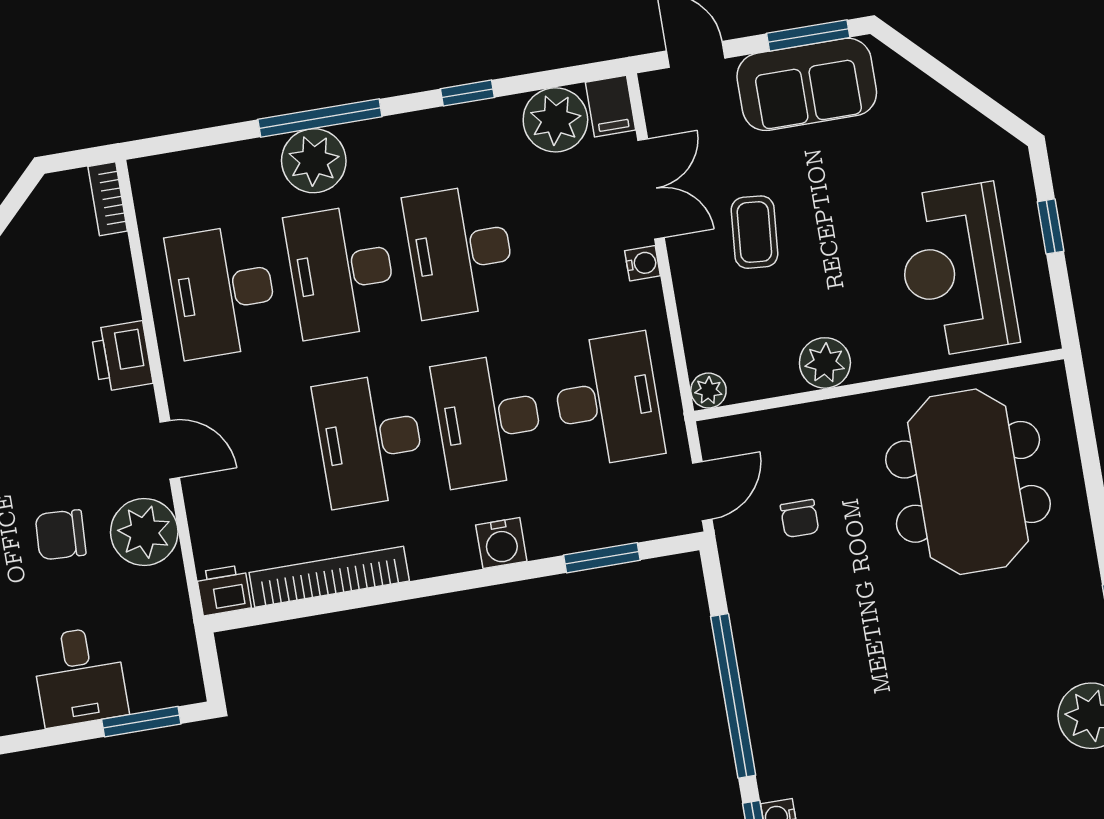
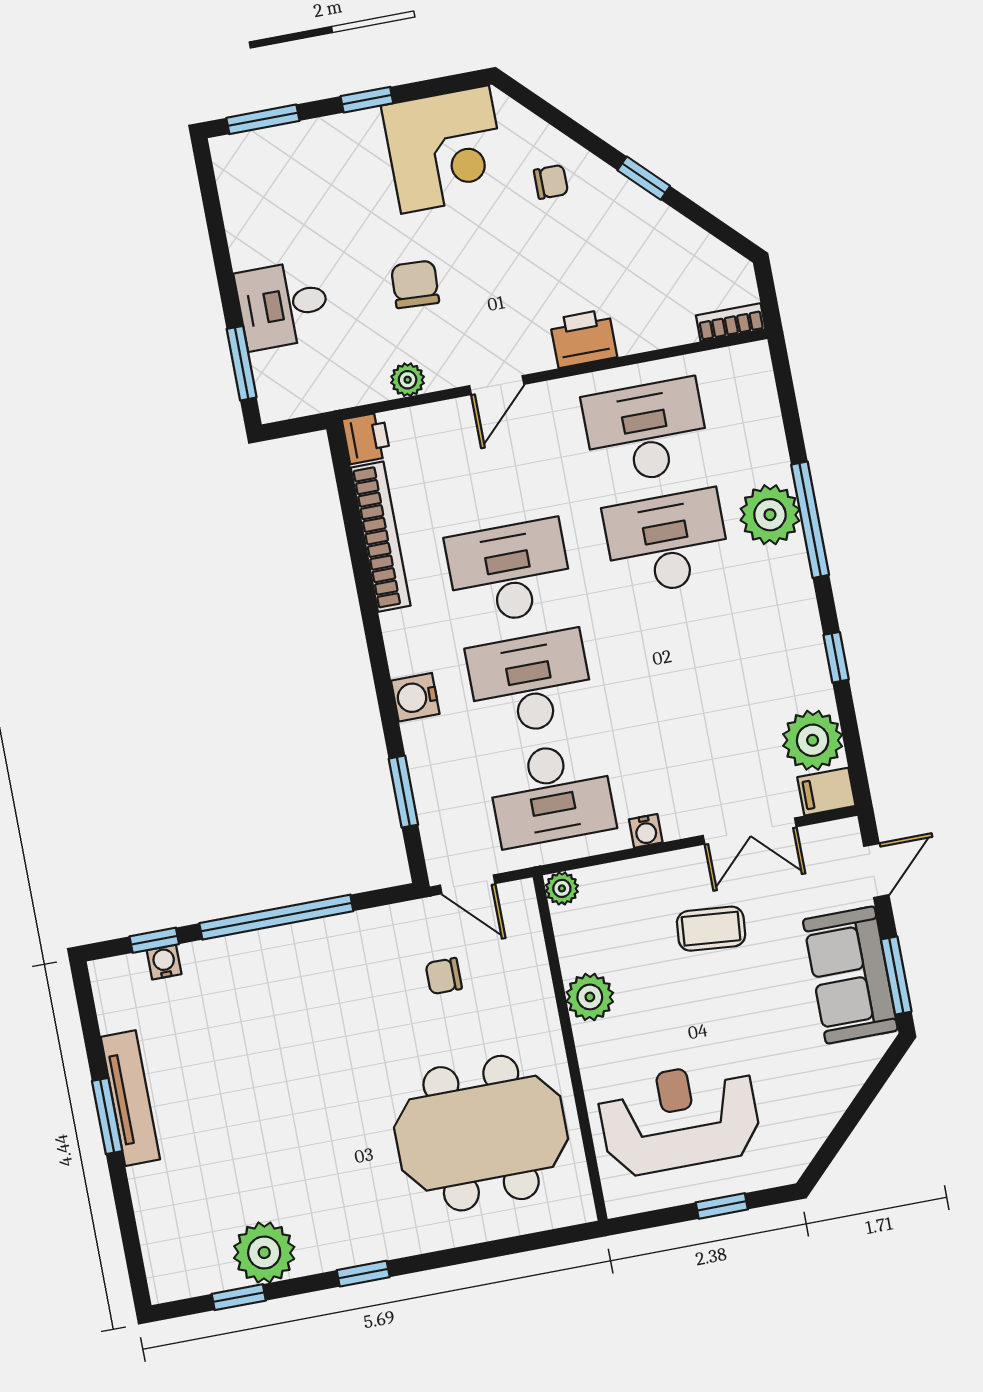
desk: (460, 251) -> (688, 653), removed
water cooler: (643, 263) -> (646, 831), moved
plant: (144, 532) -> (408, 380), width x0.53, depth x0.53

